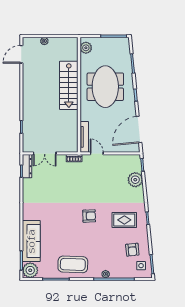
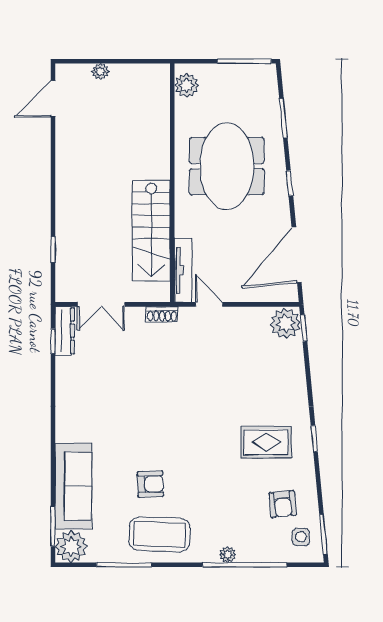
stairs: (69, 85) -> (151, 231), moved
plant: (135, 180) -> (286, 323), moved
armchair: (89, 216) -> (150, 484), moved

